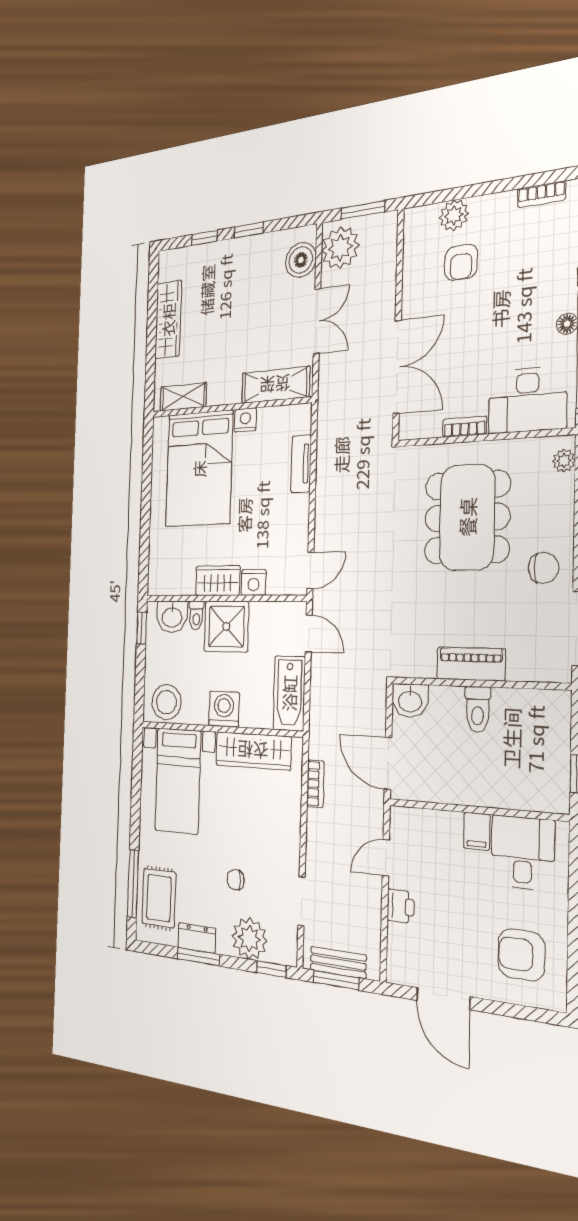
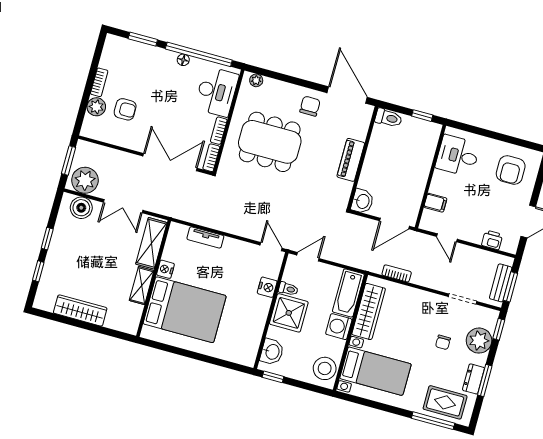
bookcase: (541, 194) -> (99, 82), moved
double door: (317, 321) -> (123, 206), swing flipped
shelving: (183, 397) -> (142, 286), moved
bookcase: (419, 430) -> (211, 158), added
wardrobe: (218, 581) -> (259, 313), removed
toilet: (196, 615) -> (288, 289), moved
bathtub: (289, 693) -> (348, 293), moved, turned 90
toilet: (478, 709) -> (389, 118), moved
filing cabinet: (477, 831) -> (435, 203), moved
printer: (400, 906) -> (492, 240), moved

